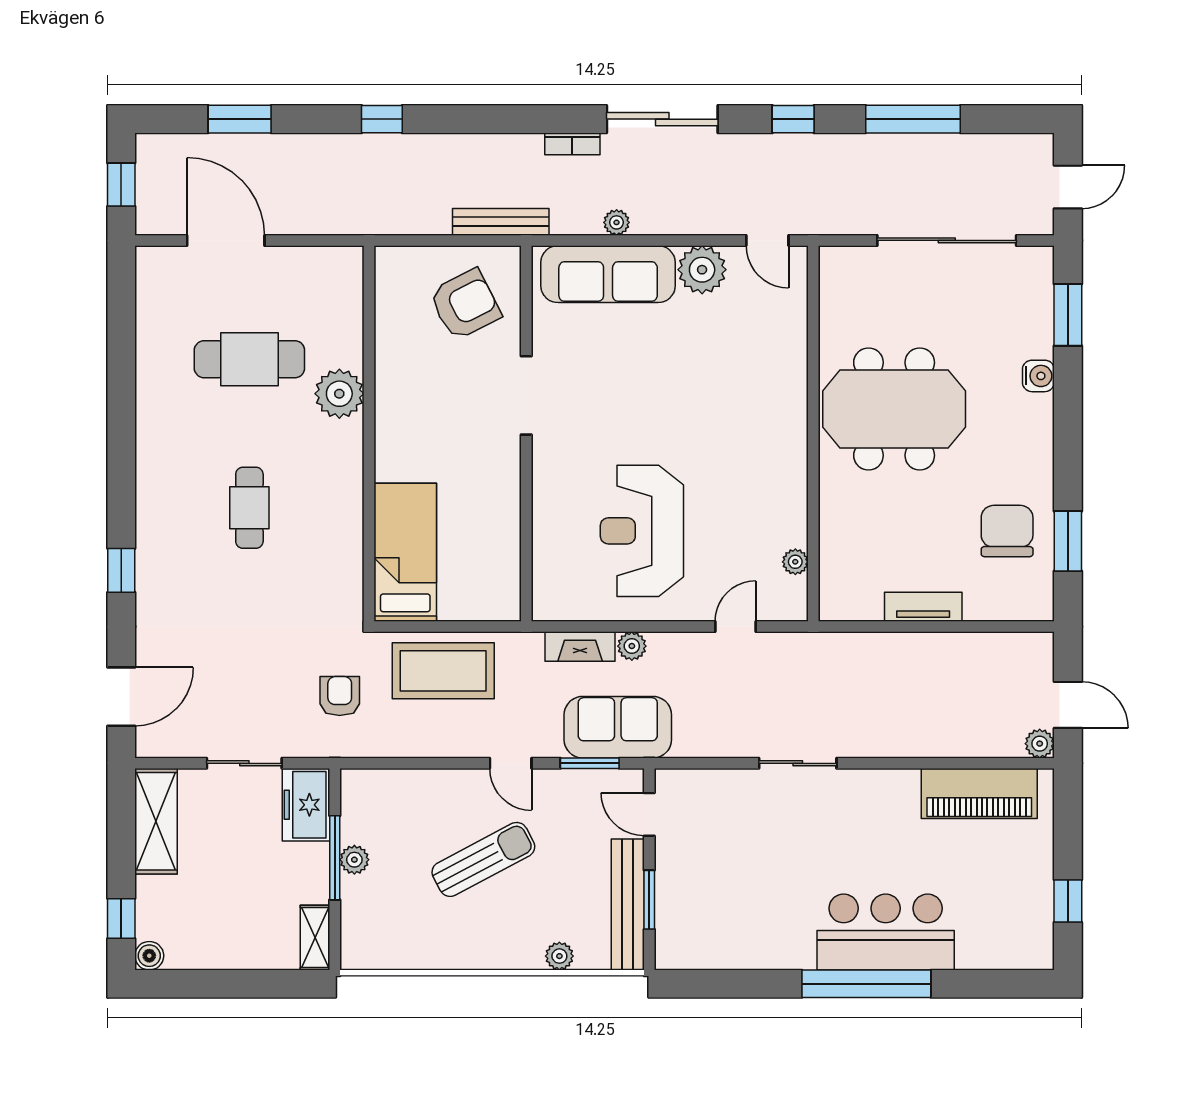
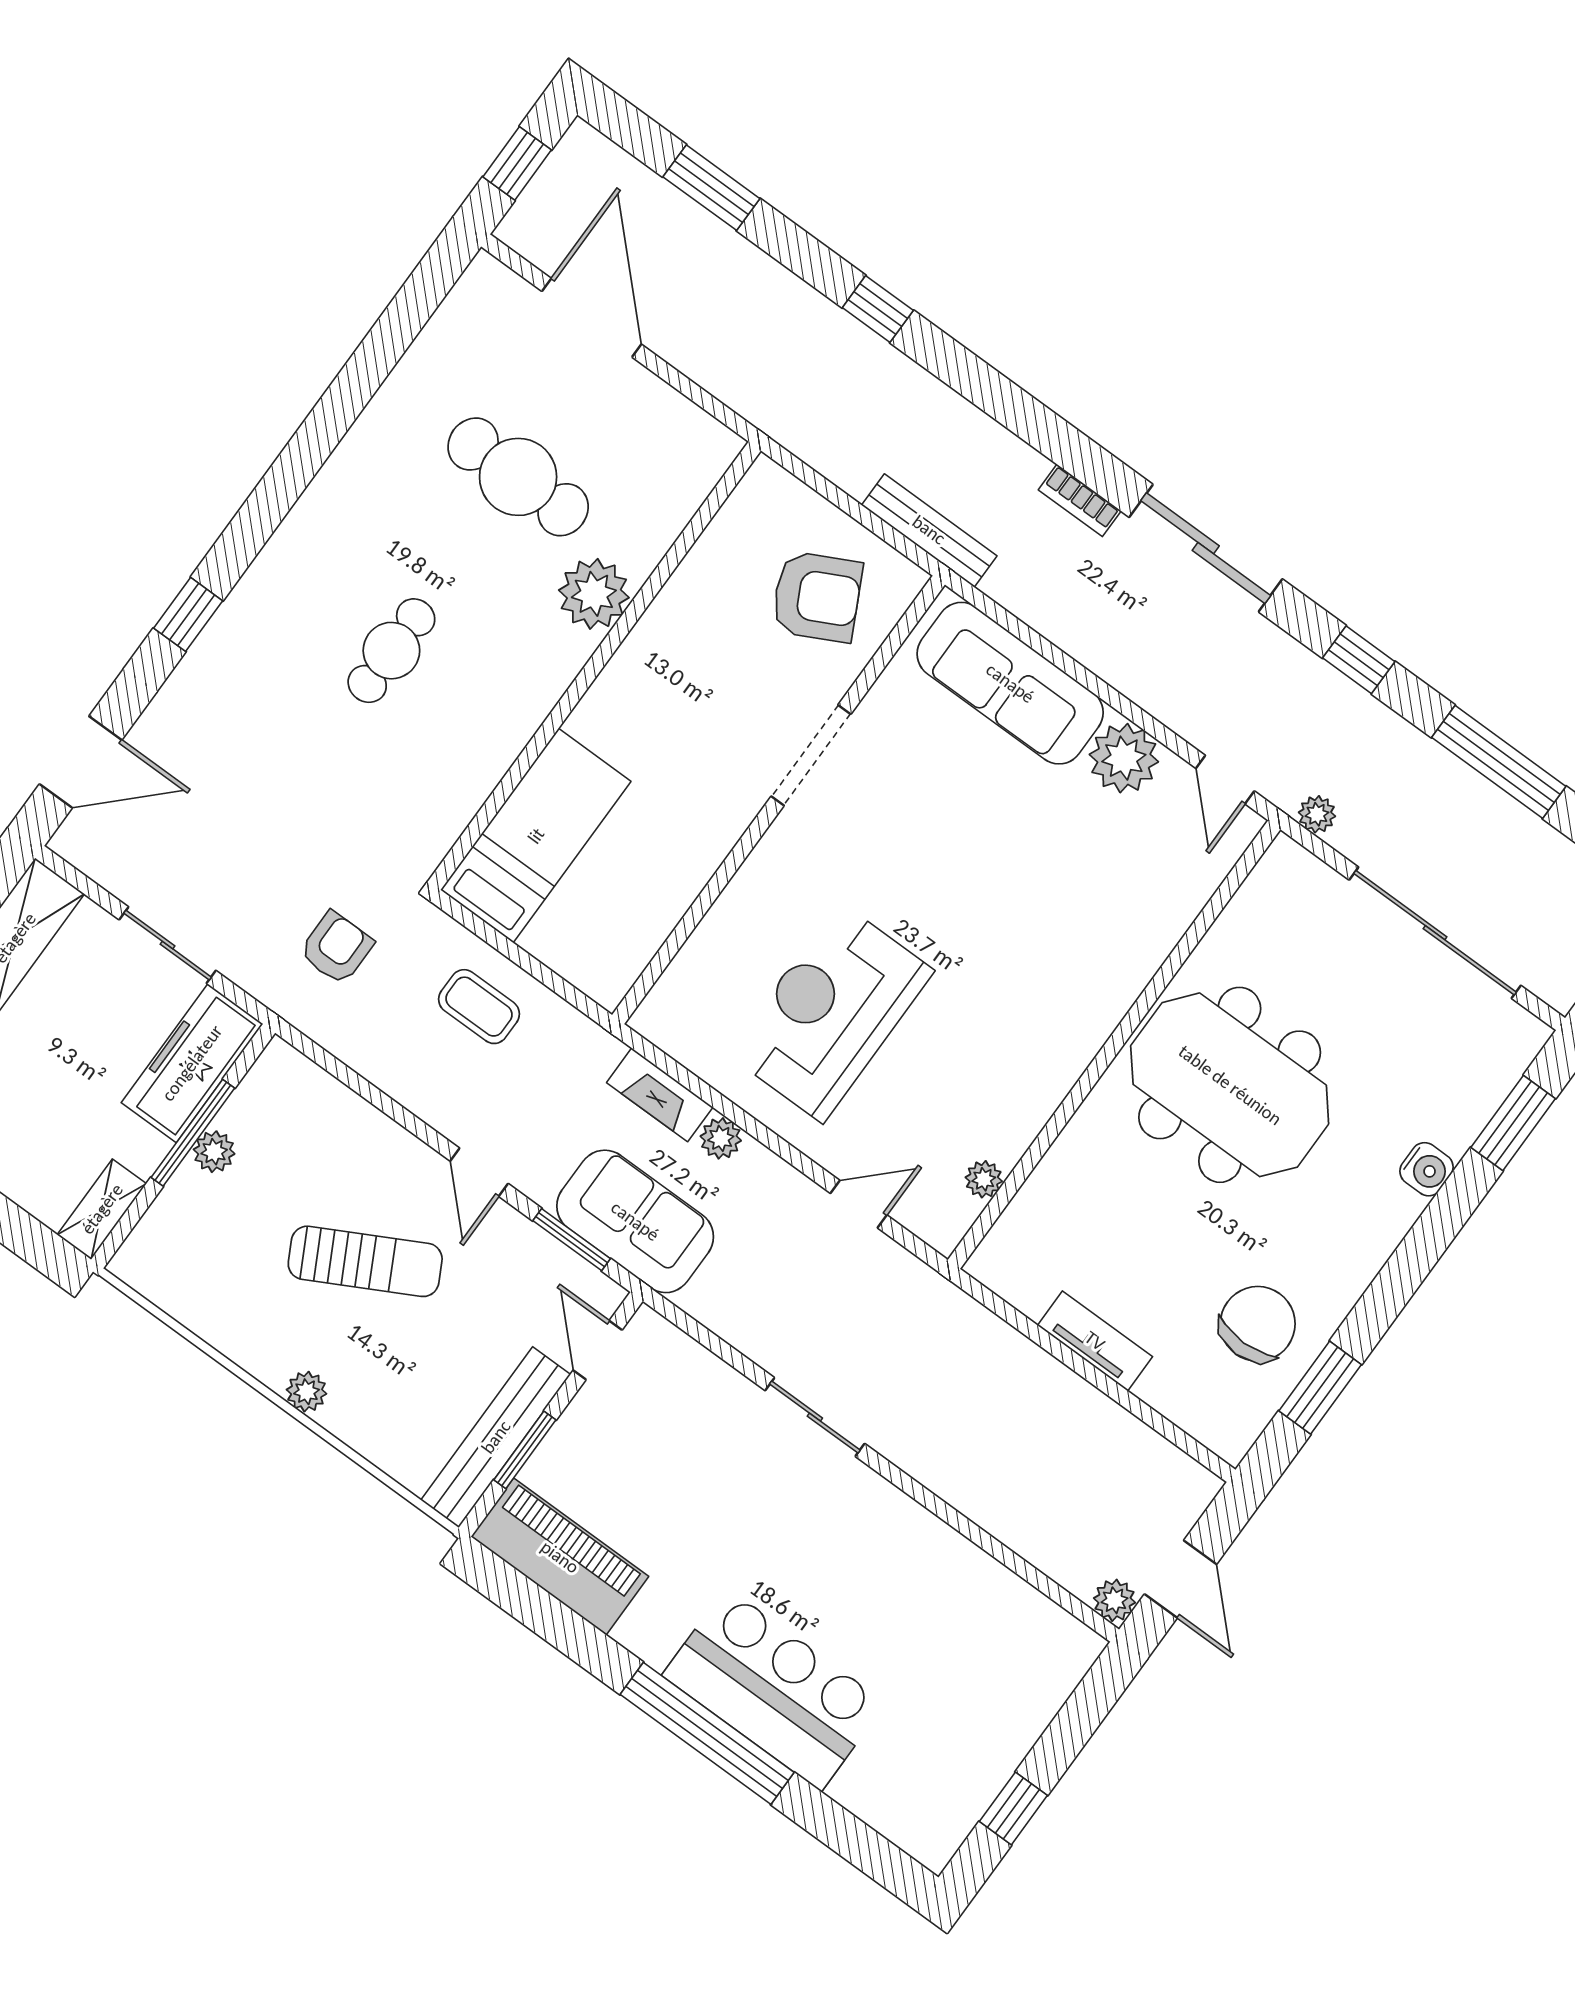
plant: (617, 222) -> (1317, 814), moved
coffee table: (443, 671) -> (479, 1007), width x0.54, depth x0.58
piano: (979, 794) -> (560, 1557), moved, turned 180
freezer: (306, 805) -> (192, 1063), width x1.40
plant: (559, 956) -> (307, 1392), moved

